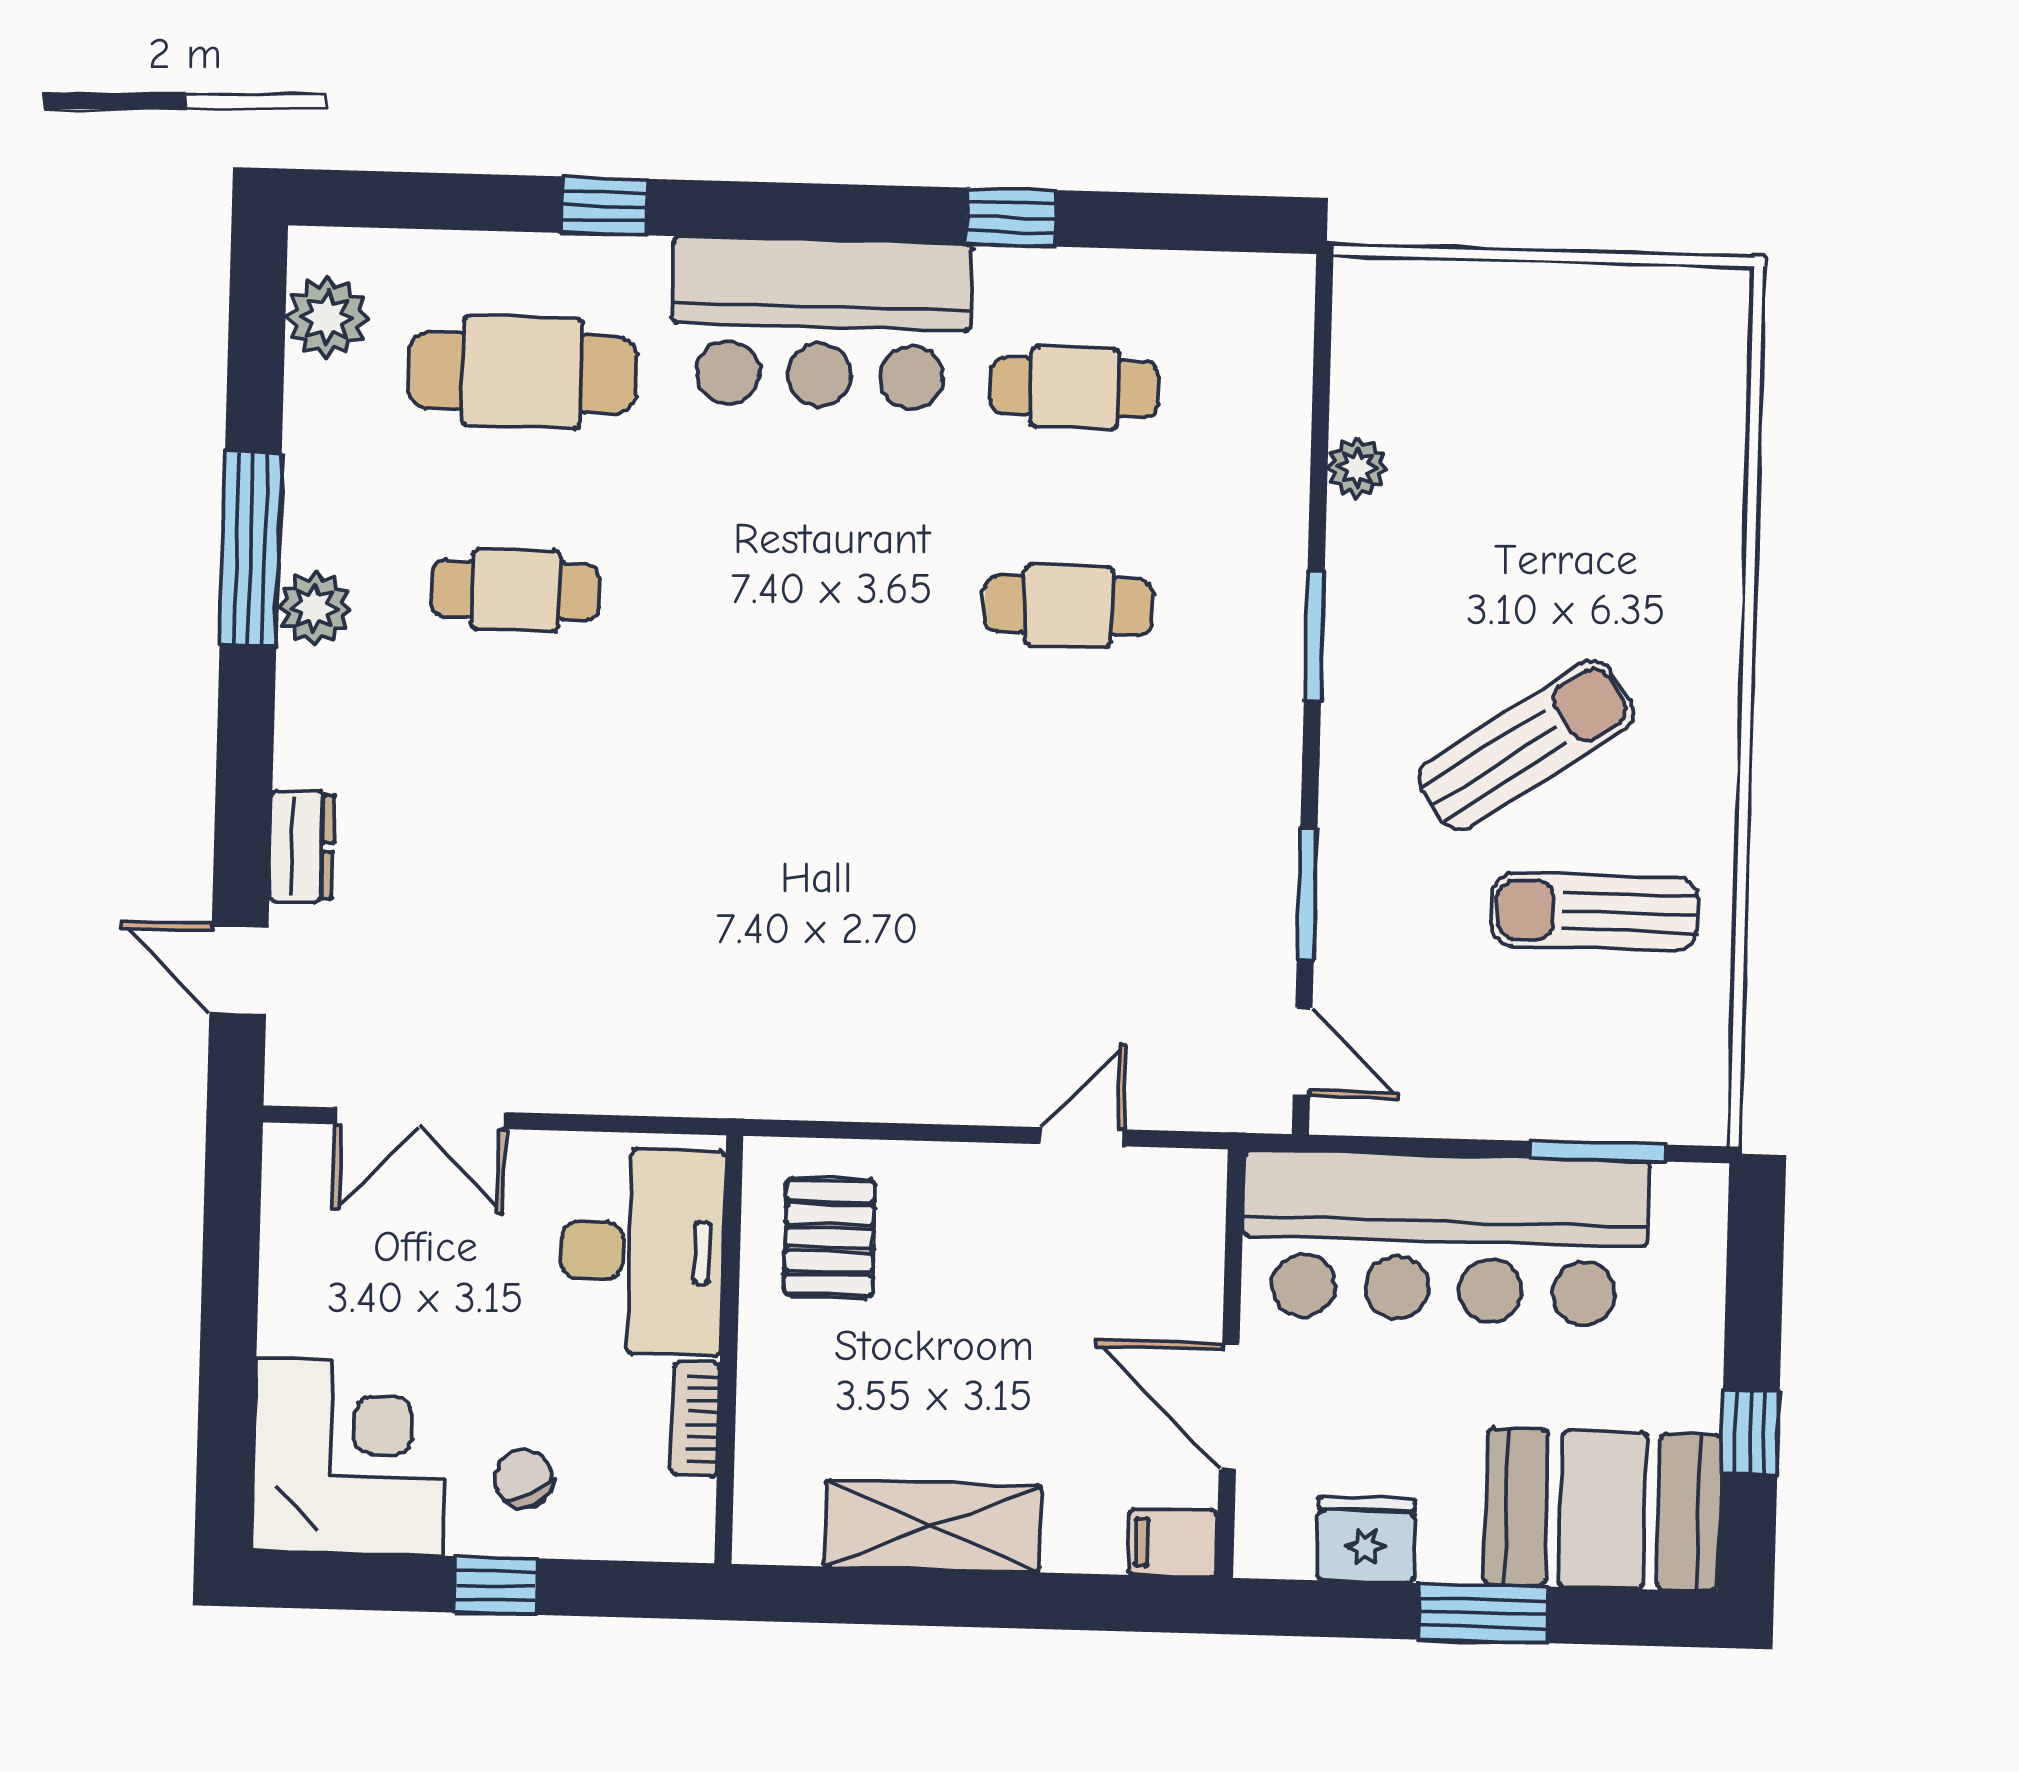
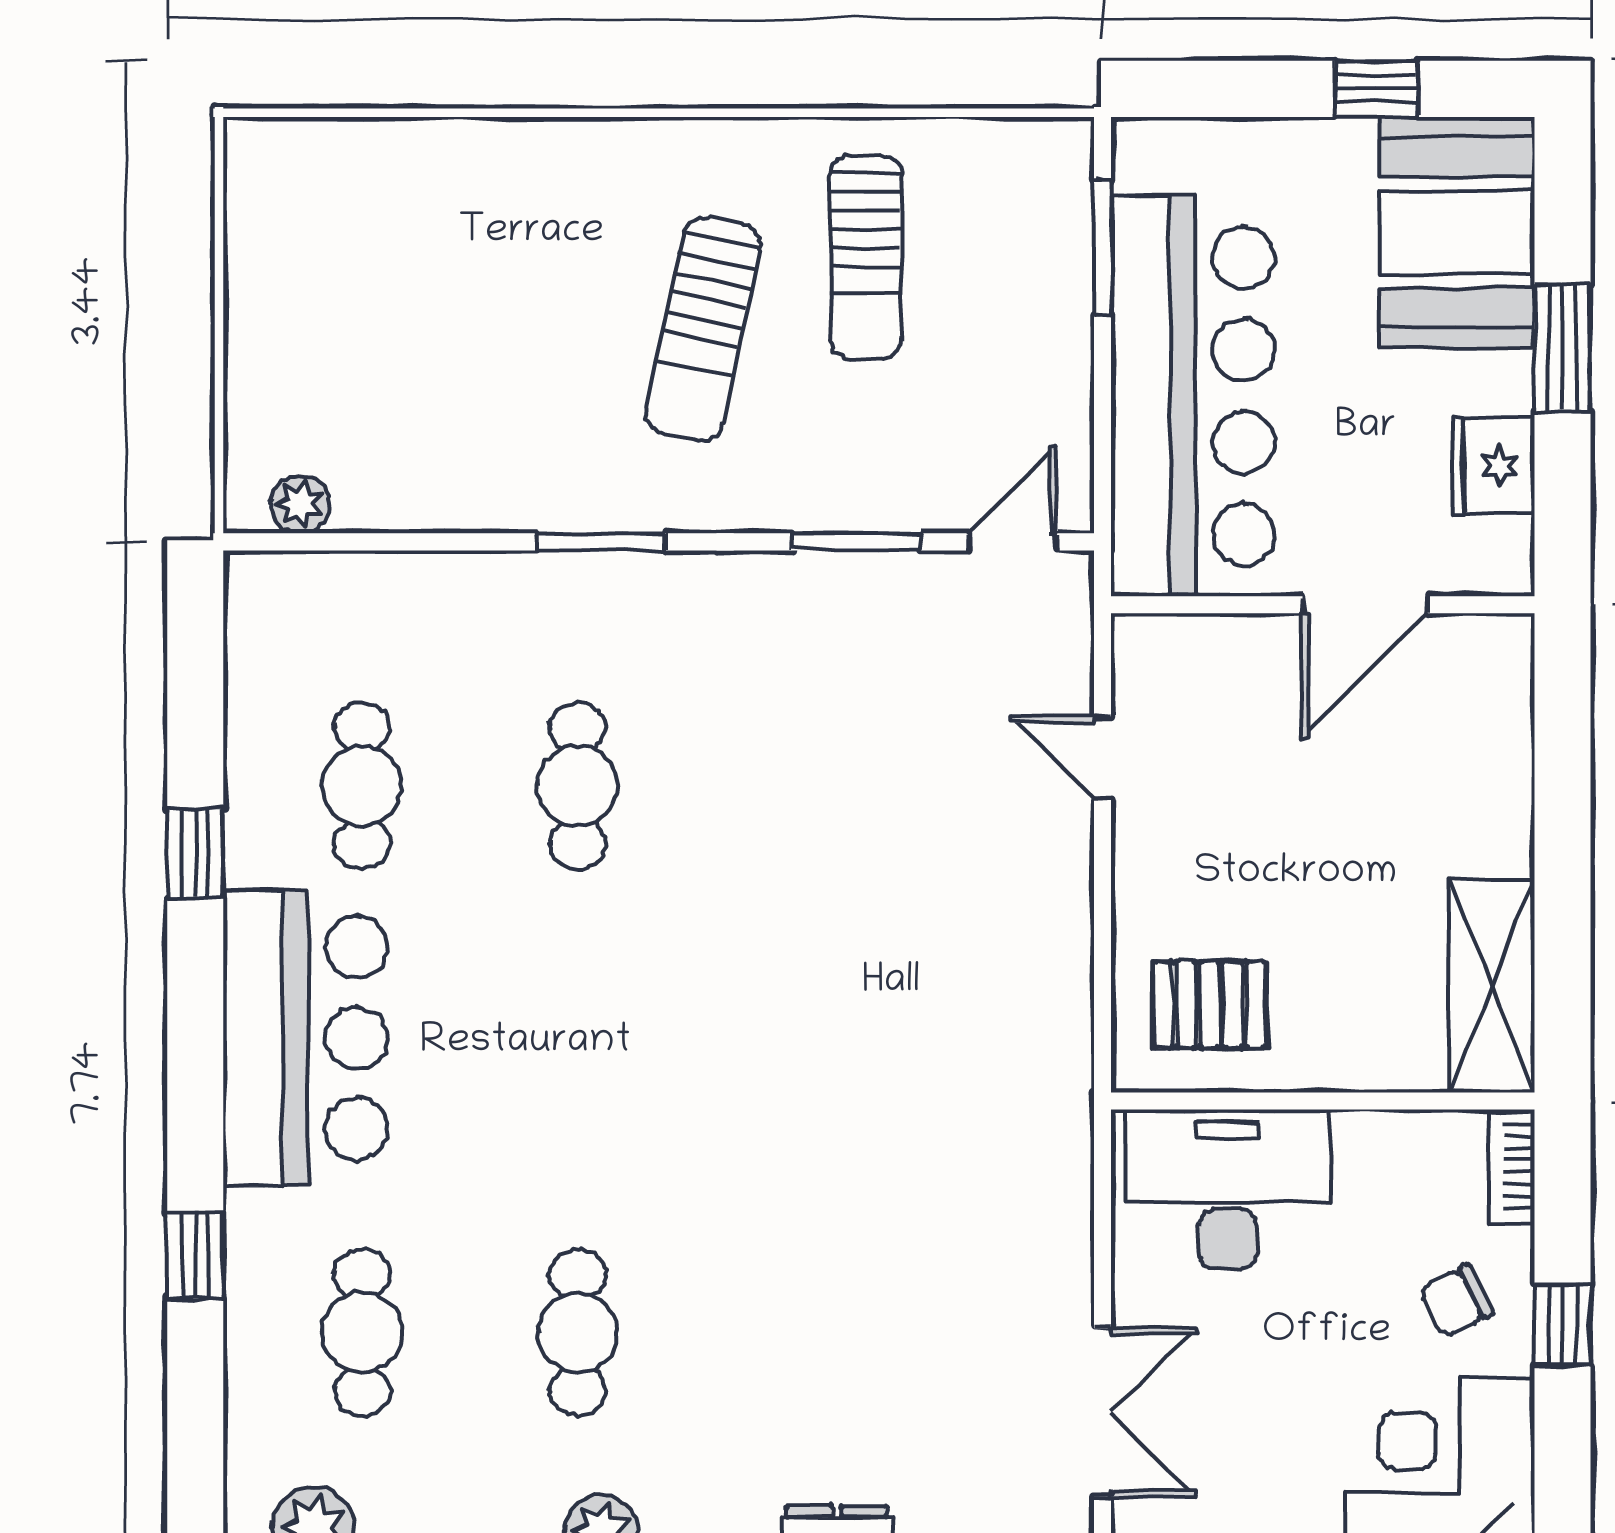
cafe table: (522, 372) -> (362, 1333), width x0.73, depth x0.74
plant: (1357, 467) -> (300, 504), moved
sun lounger: (1526, 745) -> (703, 329), turned -134
bookcase: (695, 1419) -> (1512, 1166), moved, turned 90
shelving: (933, 1526) -> (1492, 986), moved
filing cabinet: (1173, 1543) -> (1502, 657), removed

